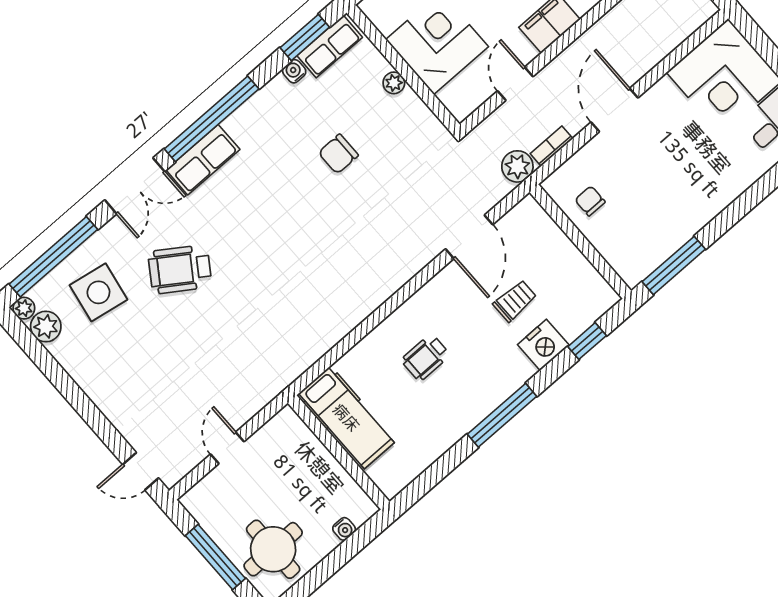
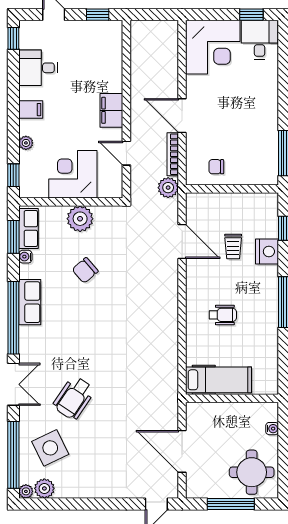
plant: (394, 83) -> (80, 219), width x1.88, depth x1.88
bookcase: (552, 146) -> (173, 154), width x1.56
chair: (338, 154) -> (85, 270), turned 49
row of seats: (203, 160) -> (30, 302), moved
side table: (98, 292) -> (50, 448), turned -36
trolley: (515, 301) -> (233, 247), turned 180
wheelchair: (426, 358) -> (223, 315), turned -90
door: (227, 448) -> (182, 451), width x1.88

